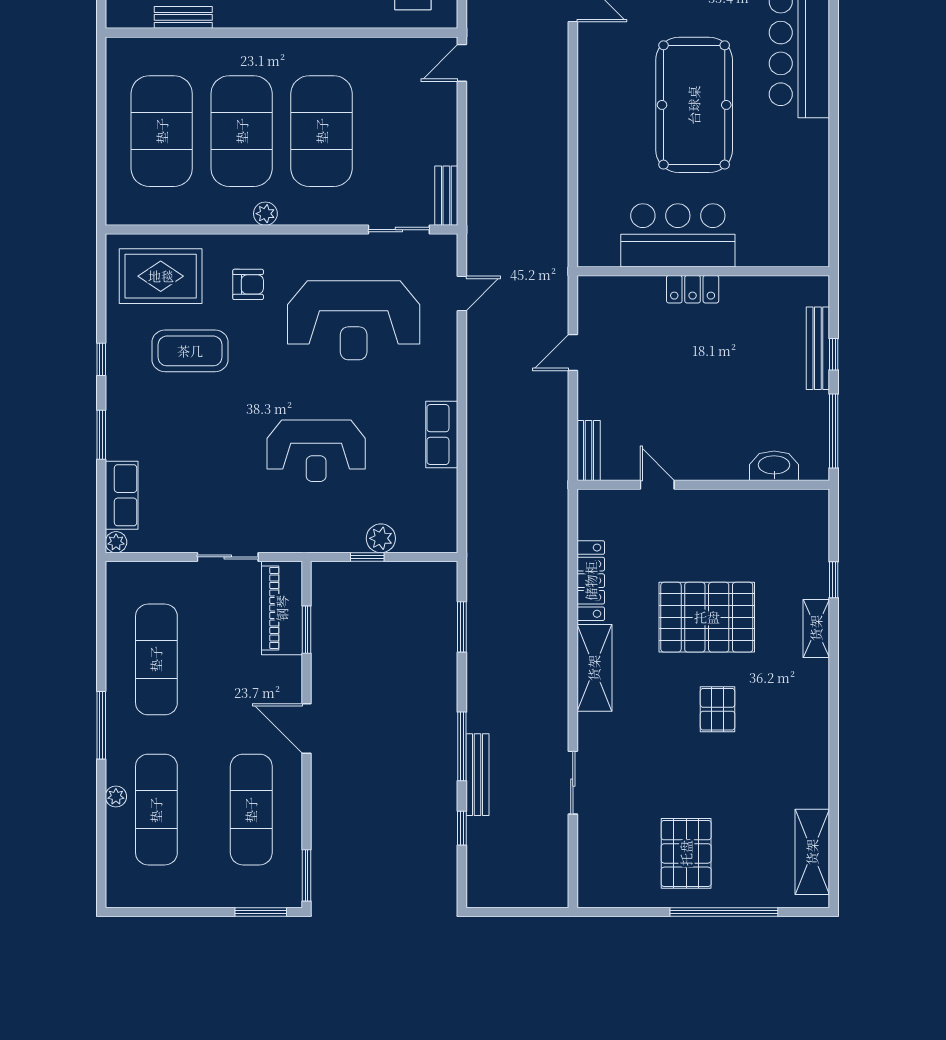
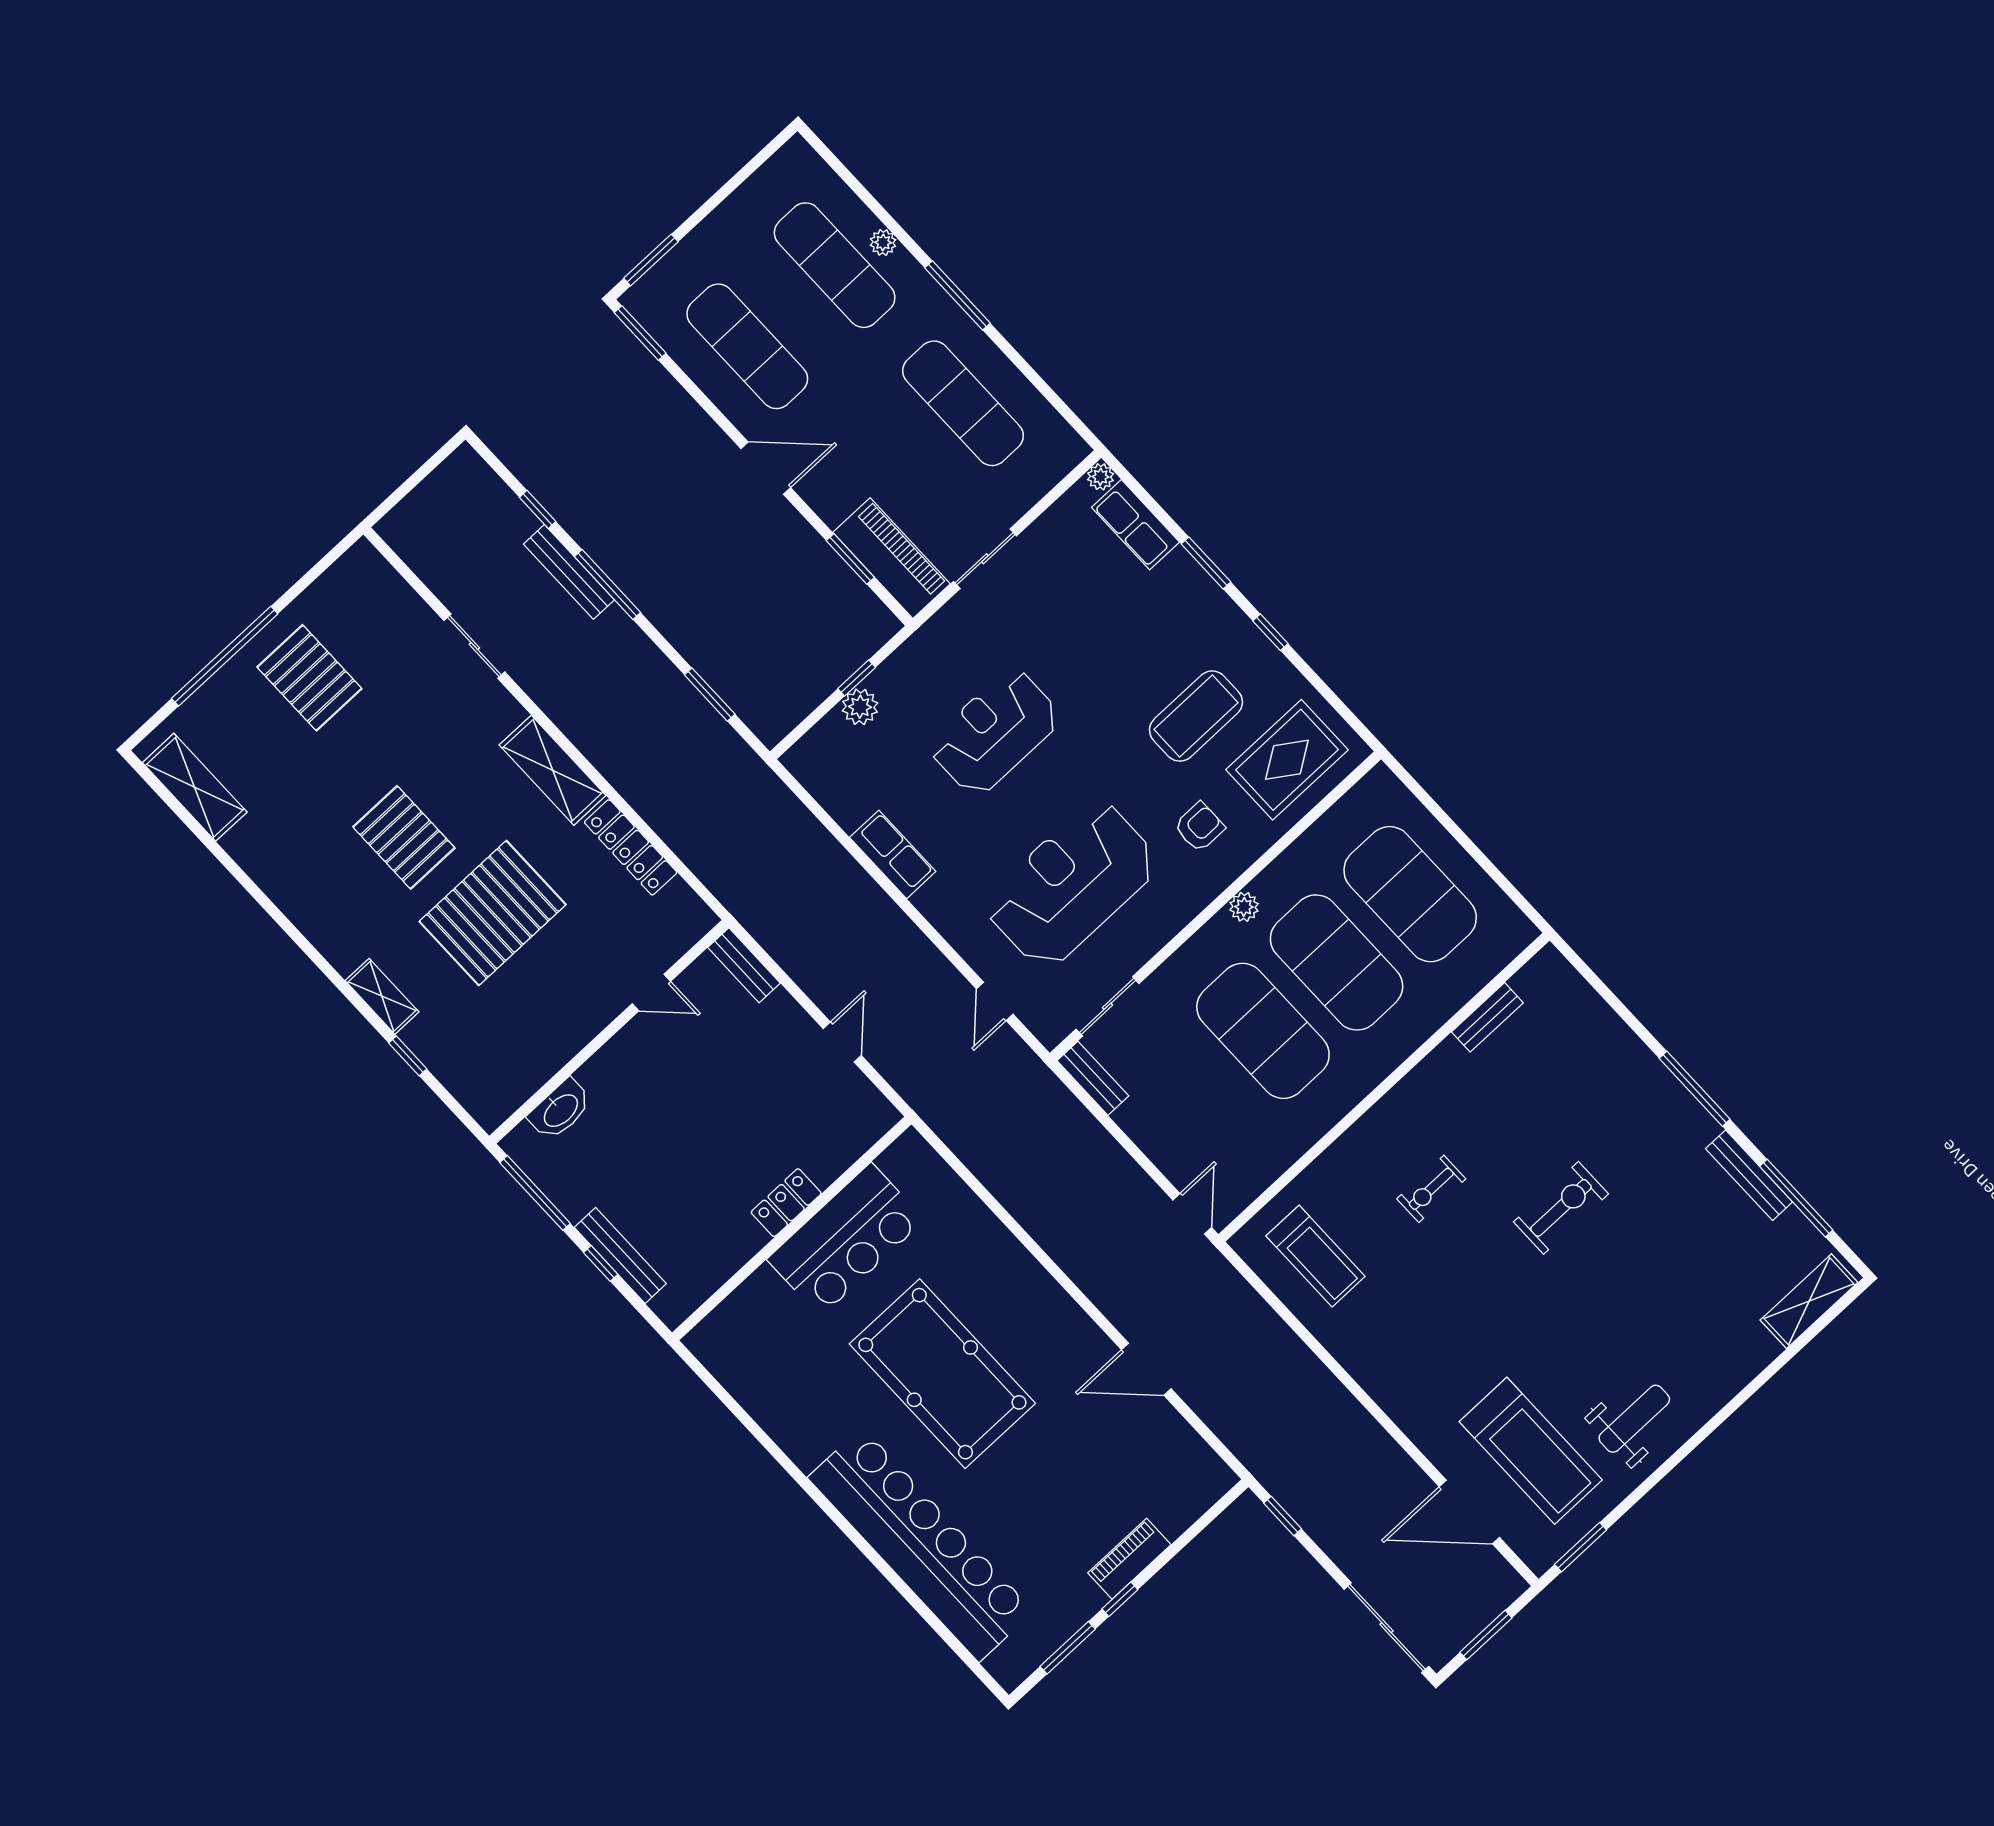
armchair: (248, 284) -> (1199, 827), turned 180
pallet: (718, 709) -> (404, 837), width x1.50, depth x1.42

